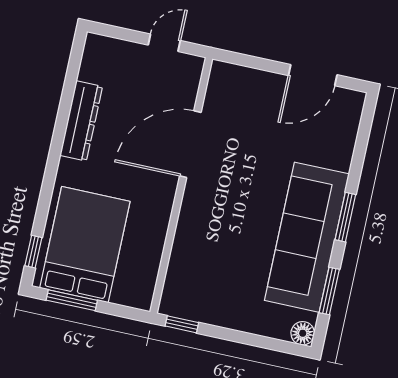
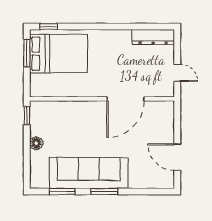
dresser: (81, 121) -> (153, 37), moved
door: (190, 144) -> (125, 99), swing flipped
floor lamp: (303, 333) -> (36, 143), moved

